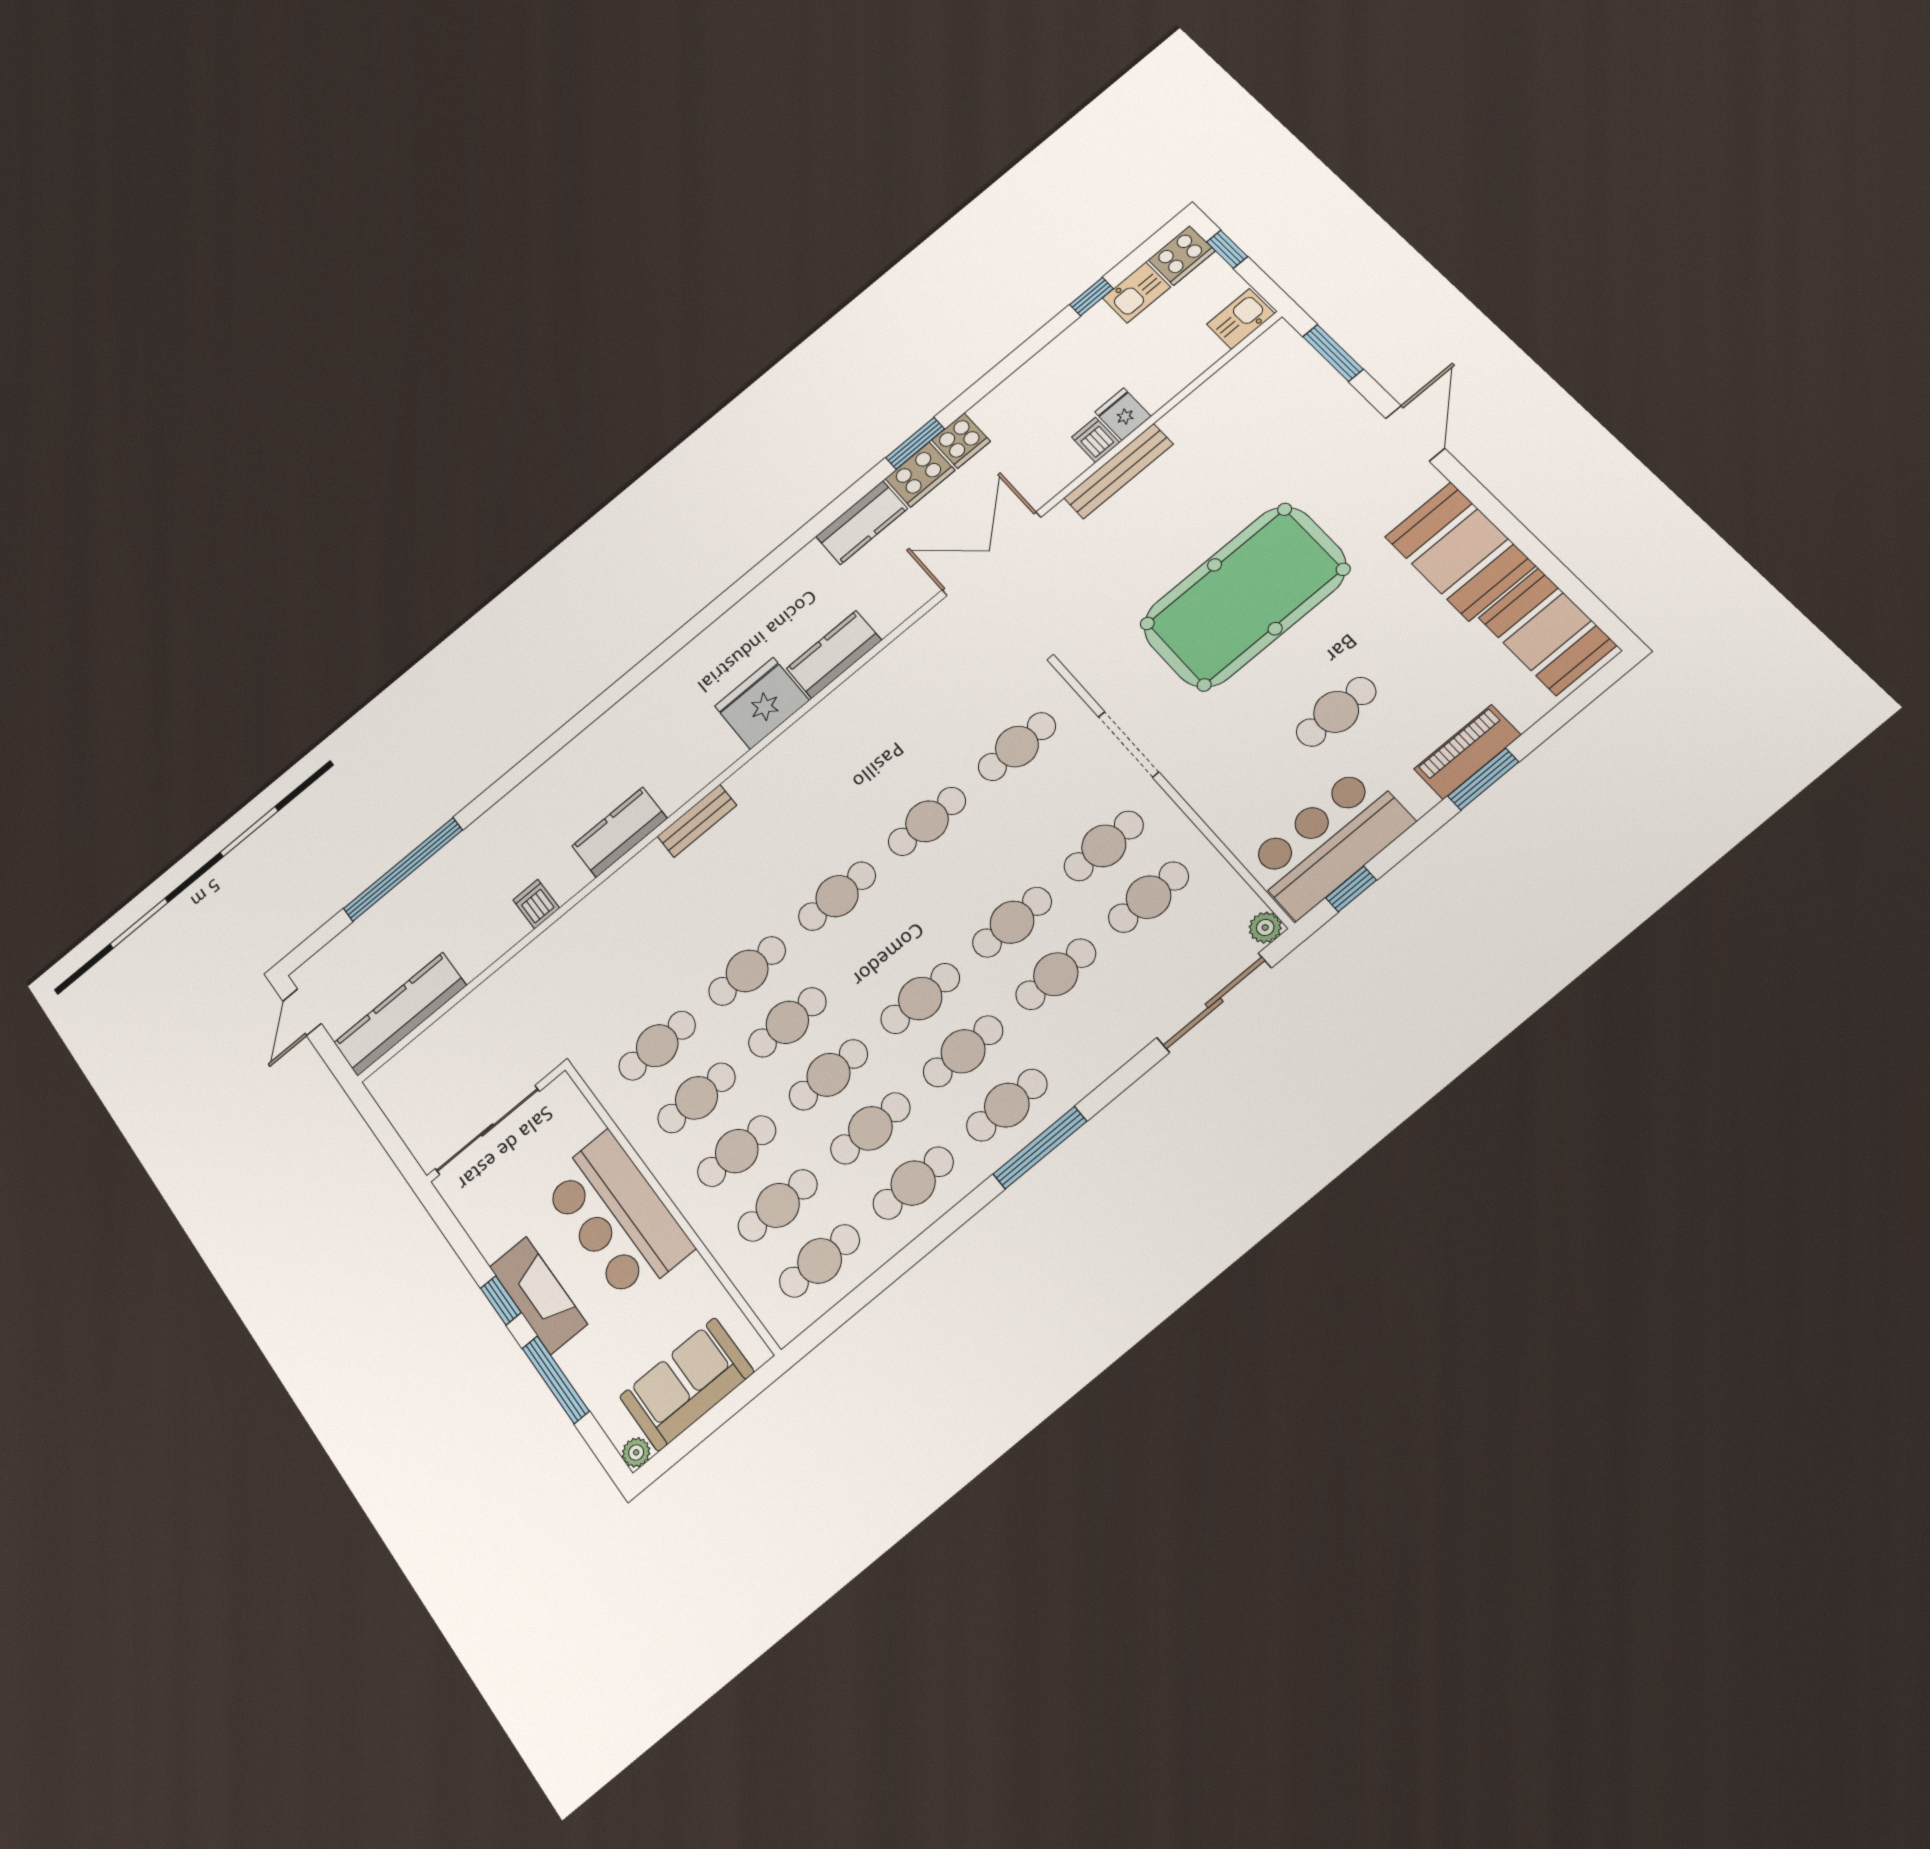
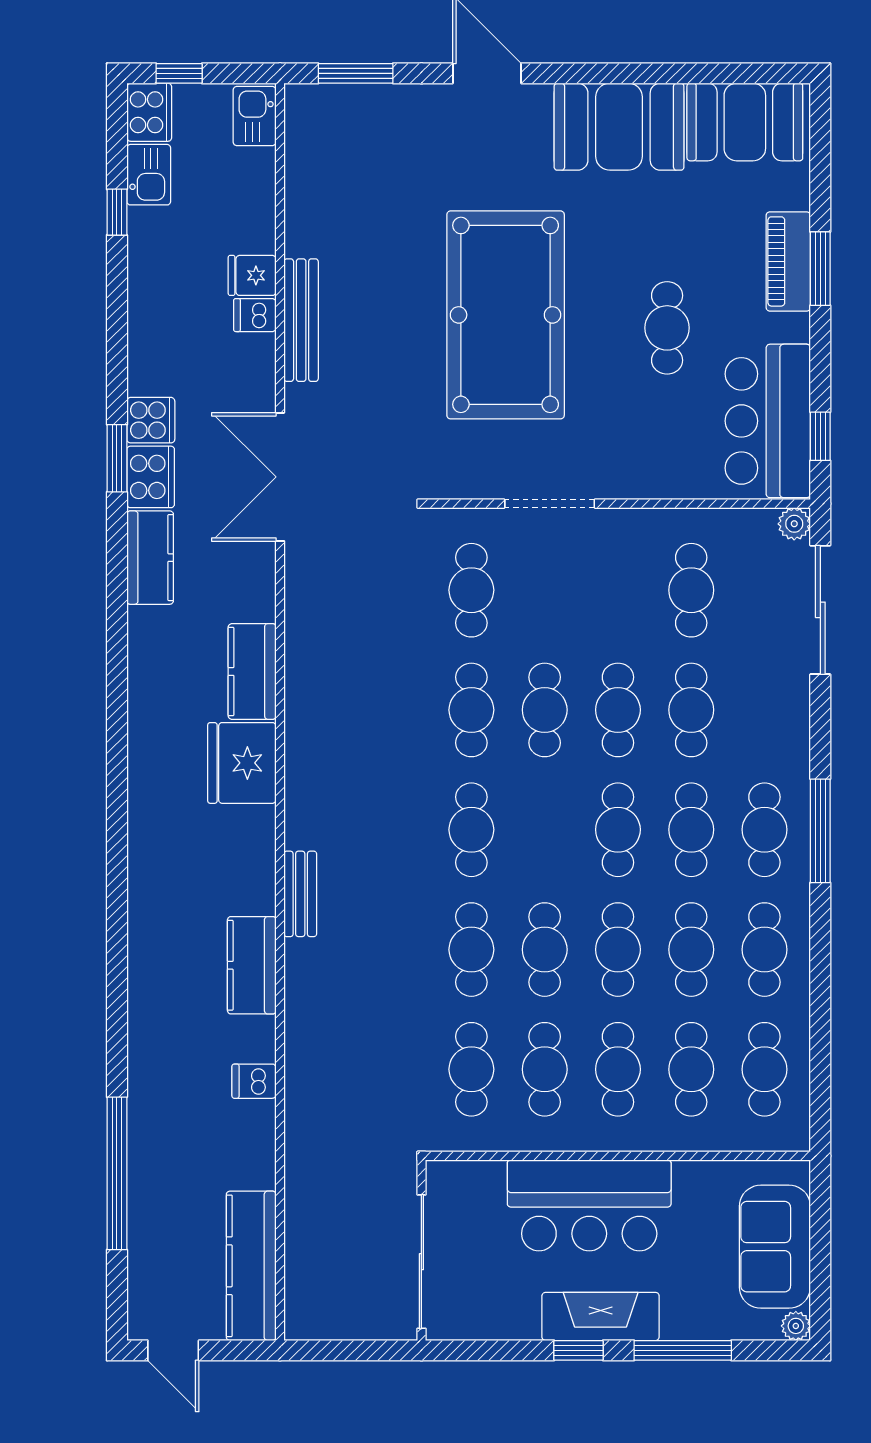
cafe table: (1104, 846) -> (545, 710), moved

